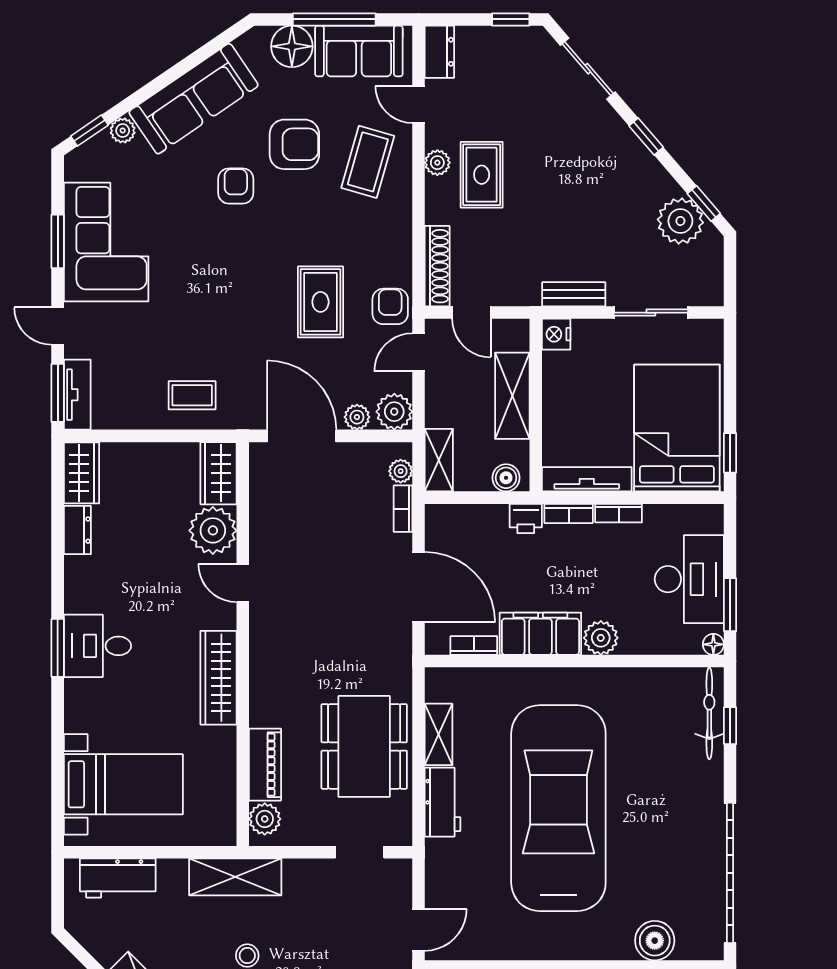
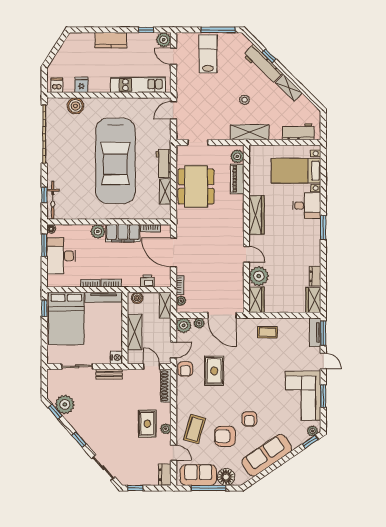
plant: (123, 130) -> (312, 431), moved
printer: (526, 518) -> (147, 281), moved
desk: (97, 646) -> (307, 206), moved

